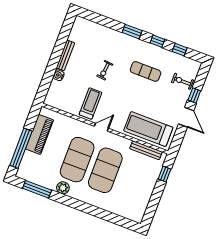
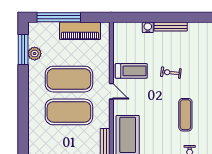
plant: (63, 188) -> (35, 54), moved

